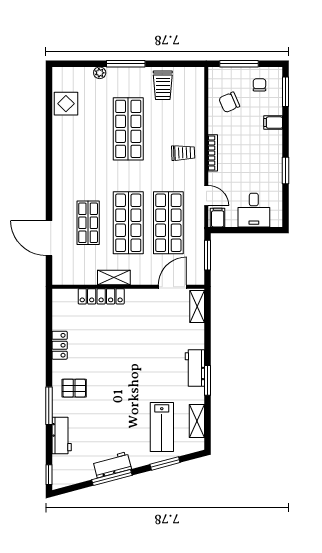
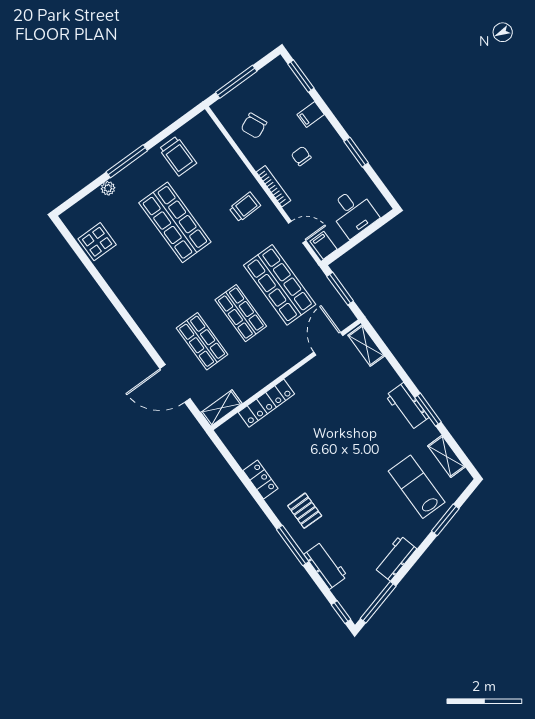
chair: (259, 85) -> (301, 156), moved
shop shelf: (128, 223) -> (241, 313), width x0.70, depth x0.74
shelving: (114, 277) -> (221, 408), moved
pallet: (74, 388) -> (305, 511), turned 90
lab bench: (162, 427) -> (417, 487), turned 180
window: (112, 478) -> (378, 602), moved

